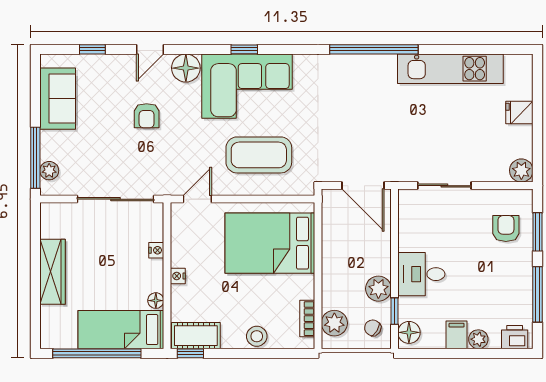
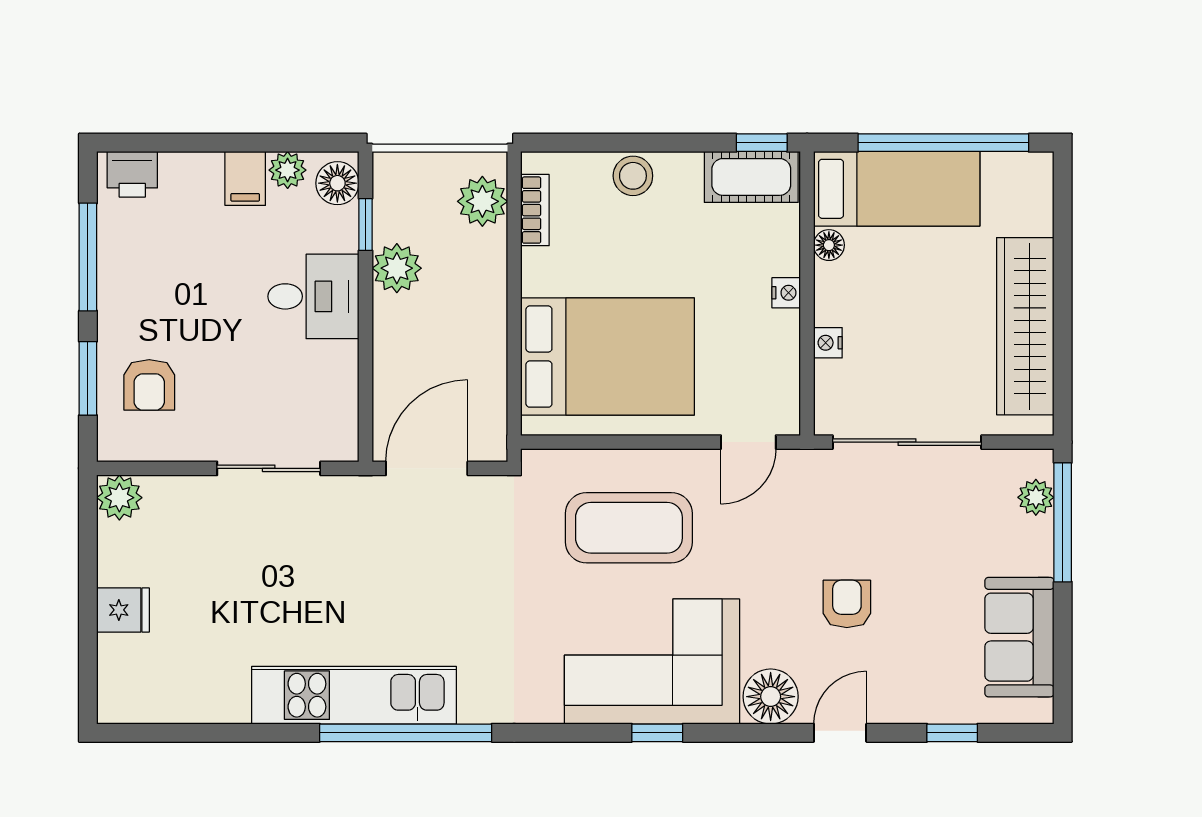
kitchen unit: (450, 69) -> (354, 695), moved
door: (363, 186) -> (427, 468), hinge flipped
wardrobe: (52, 272) -> (1025, 326), width x1.40, depth x1.17
chair: (373, 328) -> (408, 192), removed
plant: (478, 339) -> (288, 170), moved

